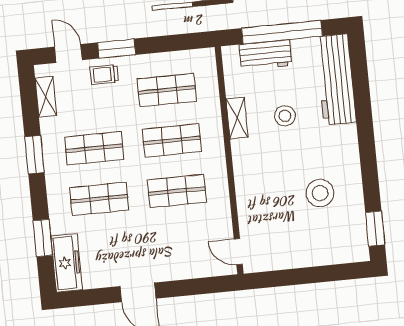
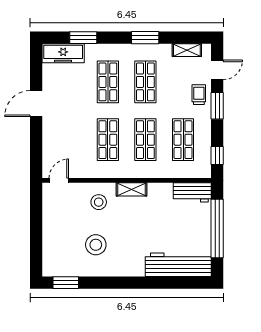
window: (184, 42) -> (217, 155), added
workbench: (265, 55) -> (192, 192), moved, turned -90
stool: (285, 116) -> (99, 202), moved
shelving: (237, 118) -> (131, 189), moved

